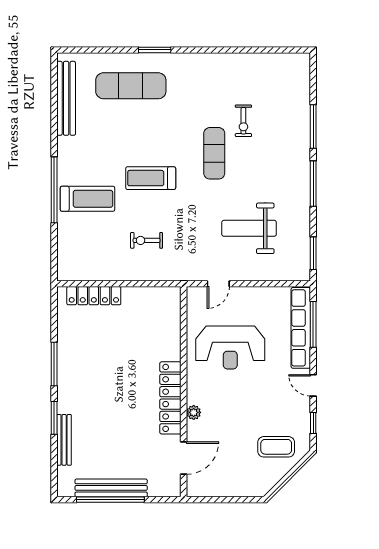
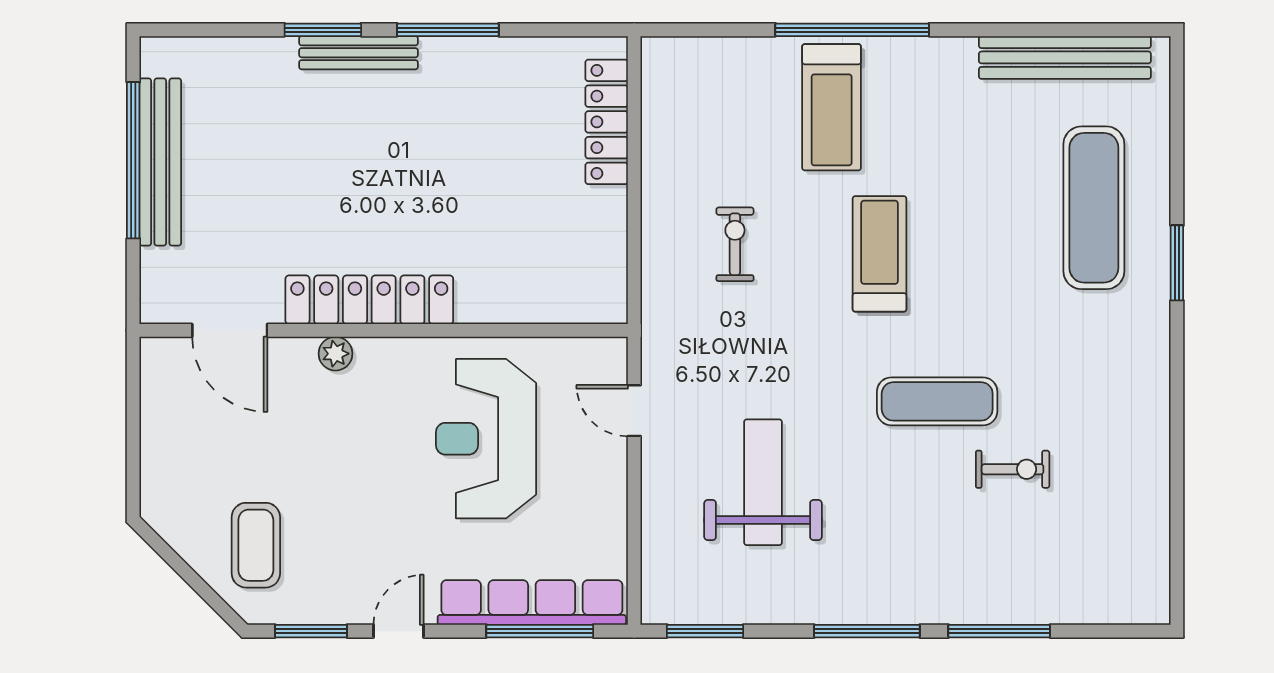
exercise bike: (243, 121) -> (1013, 469), turned 180
window: (313, 423) -> (311, 631), width x1.50
bench: (64, 440) -> (358, 53), moved

